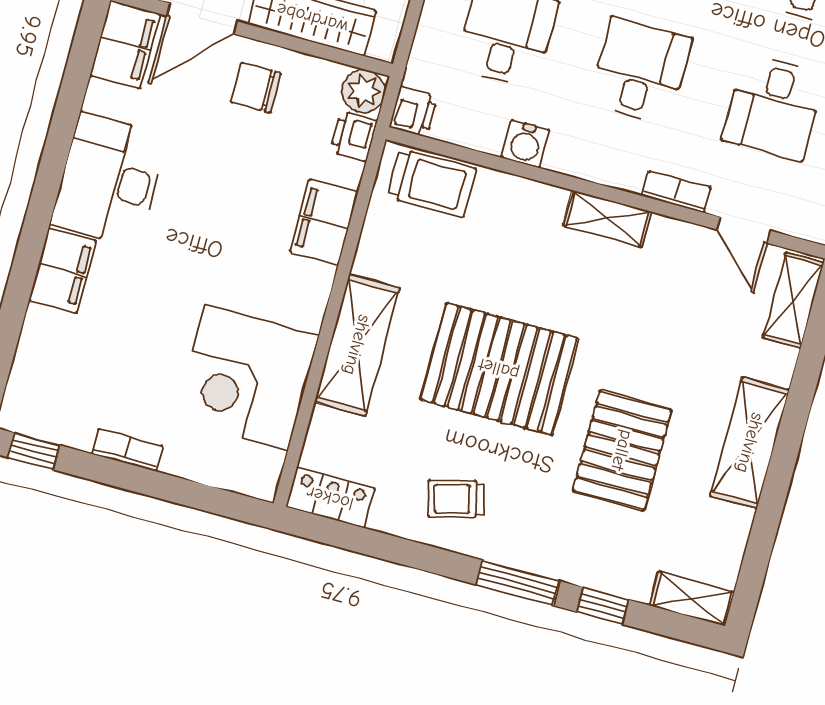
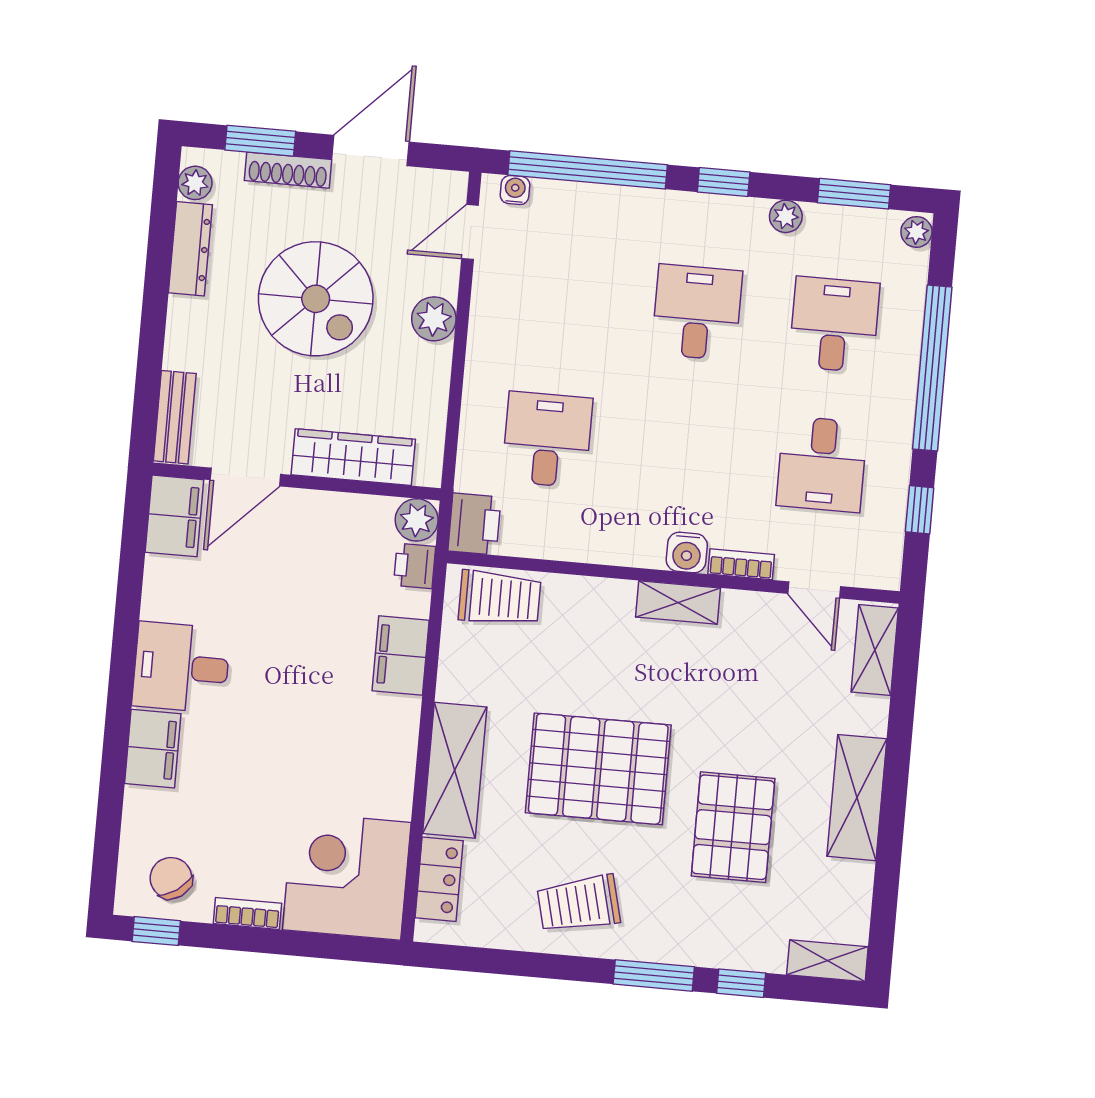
desk: (640, 71) -> (684, 452), removed
chair: (256, 88) -> (171, 878), moved, turned 55
printer: (413, 112) -> (474, 524), width x1.36, depth x1.24
water cooler: (525, 144) -> (687, 553), moved
desk: (109, 180) -> (181, 667), width x0.73
corner desk: (246, 378) -> (347, 876), moved, turned 90
locker: (330, 498) -> (439, 879), moved, turned 90
trolley: (456, 499) -> (579, 904), width x1.36, depth x1.39

